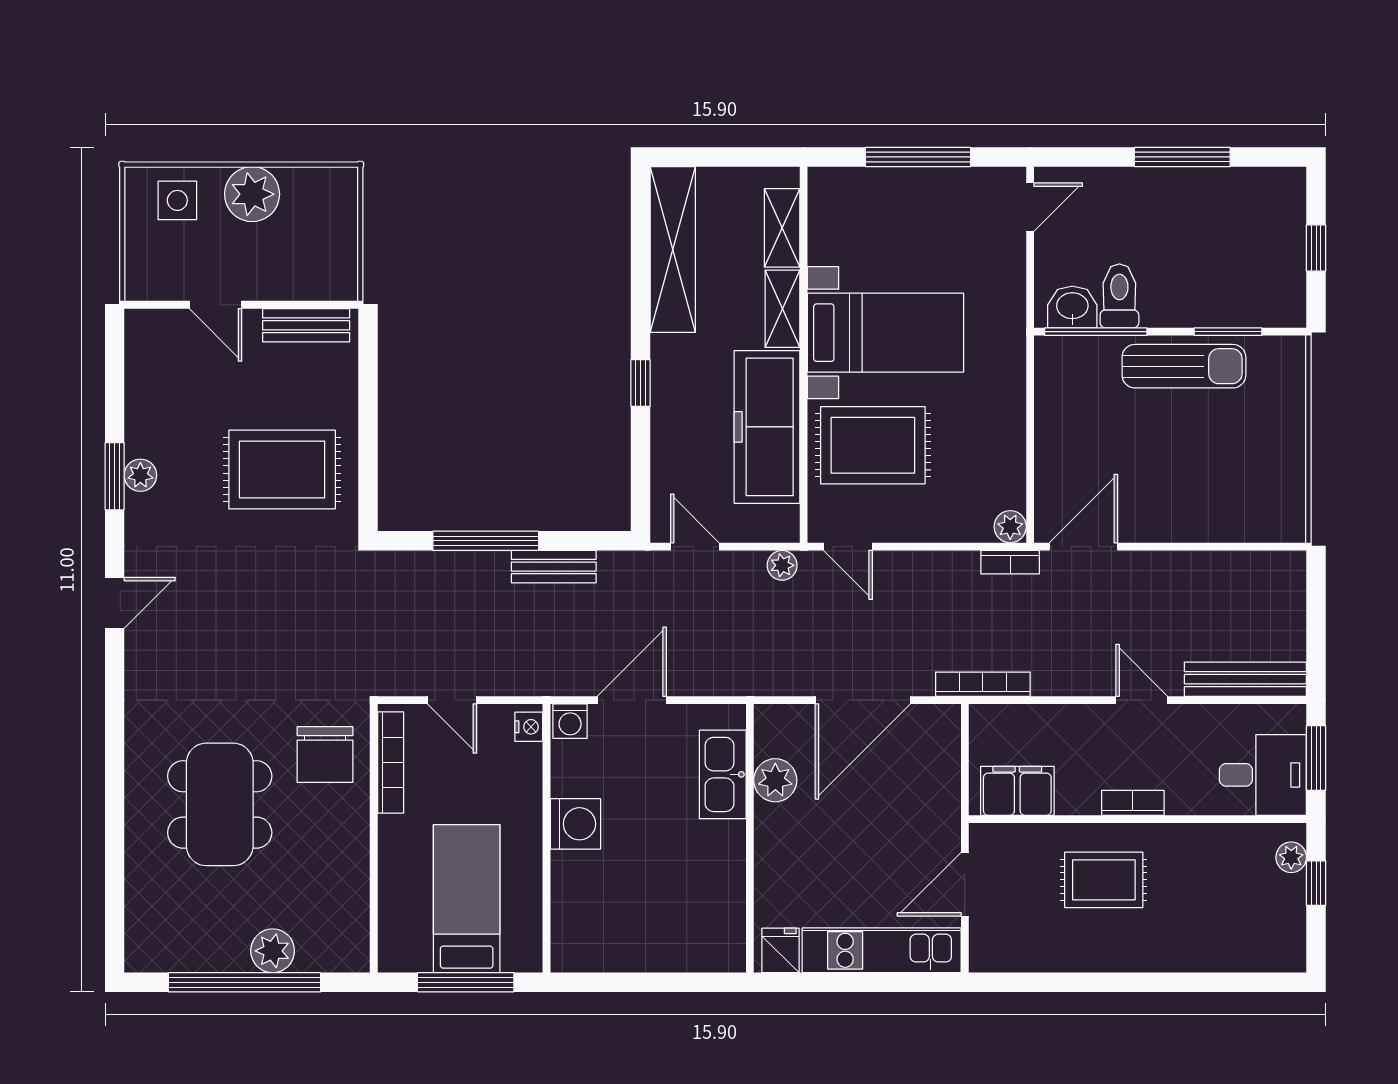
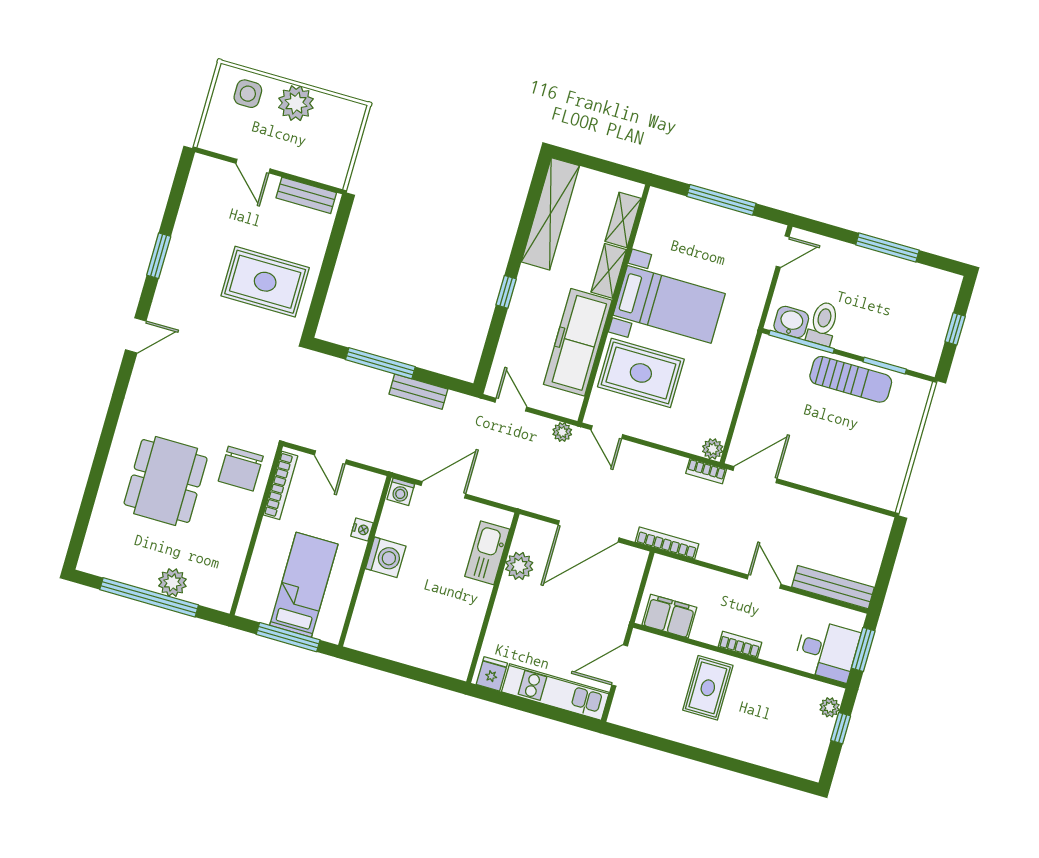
plant: (140, 475) -> (175, 260), removed
nightstand: (529, 727) -> (362, 530), moved
rug: (1104, 880) -> (708, 688), turned 90

